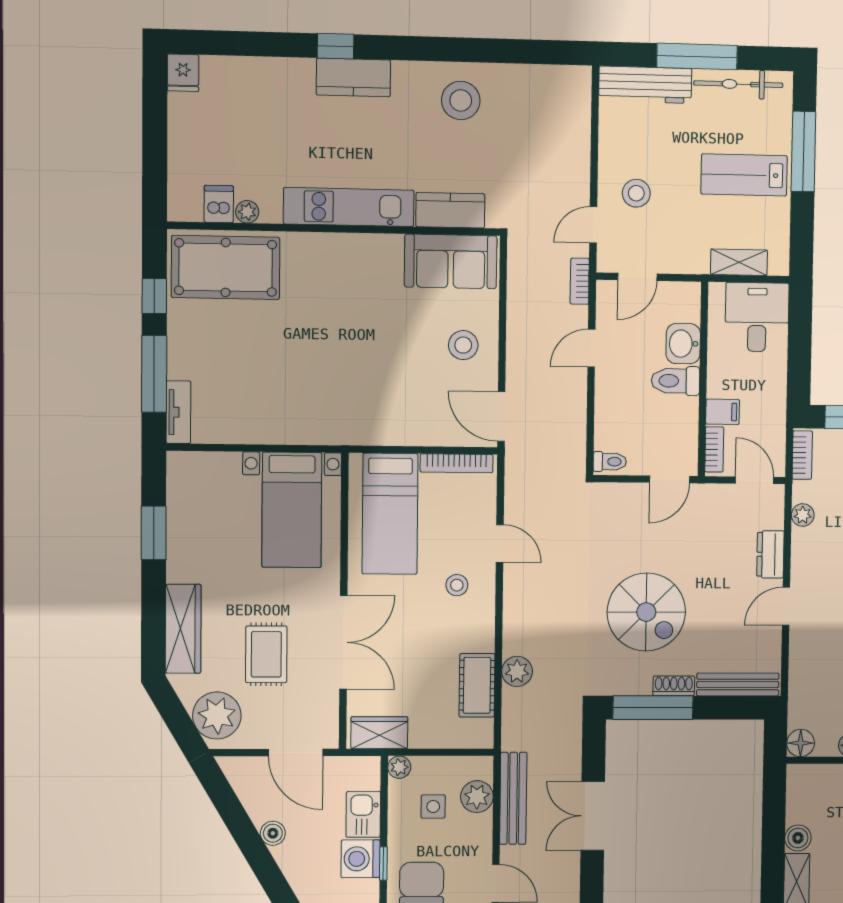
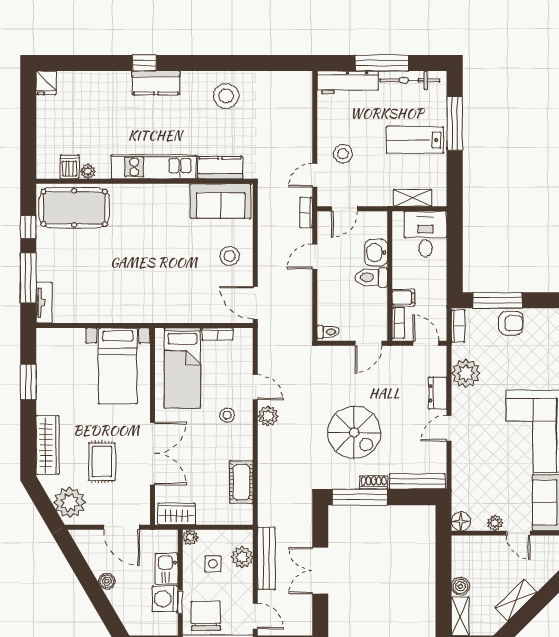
bookcase: (457, 463) -> (217, 334), width x0.64
plant: (803, 515) -> (466, 373), width x1.87, depth x1.87
plant: (517, 671) -> (268, 416), moved

